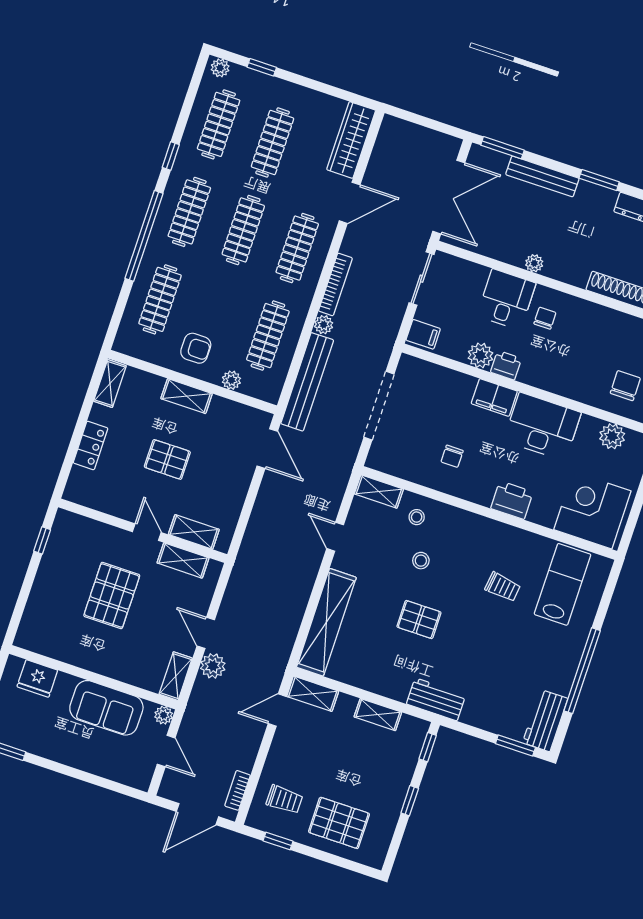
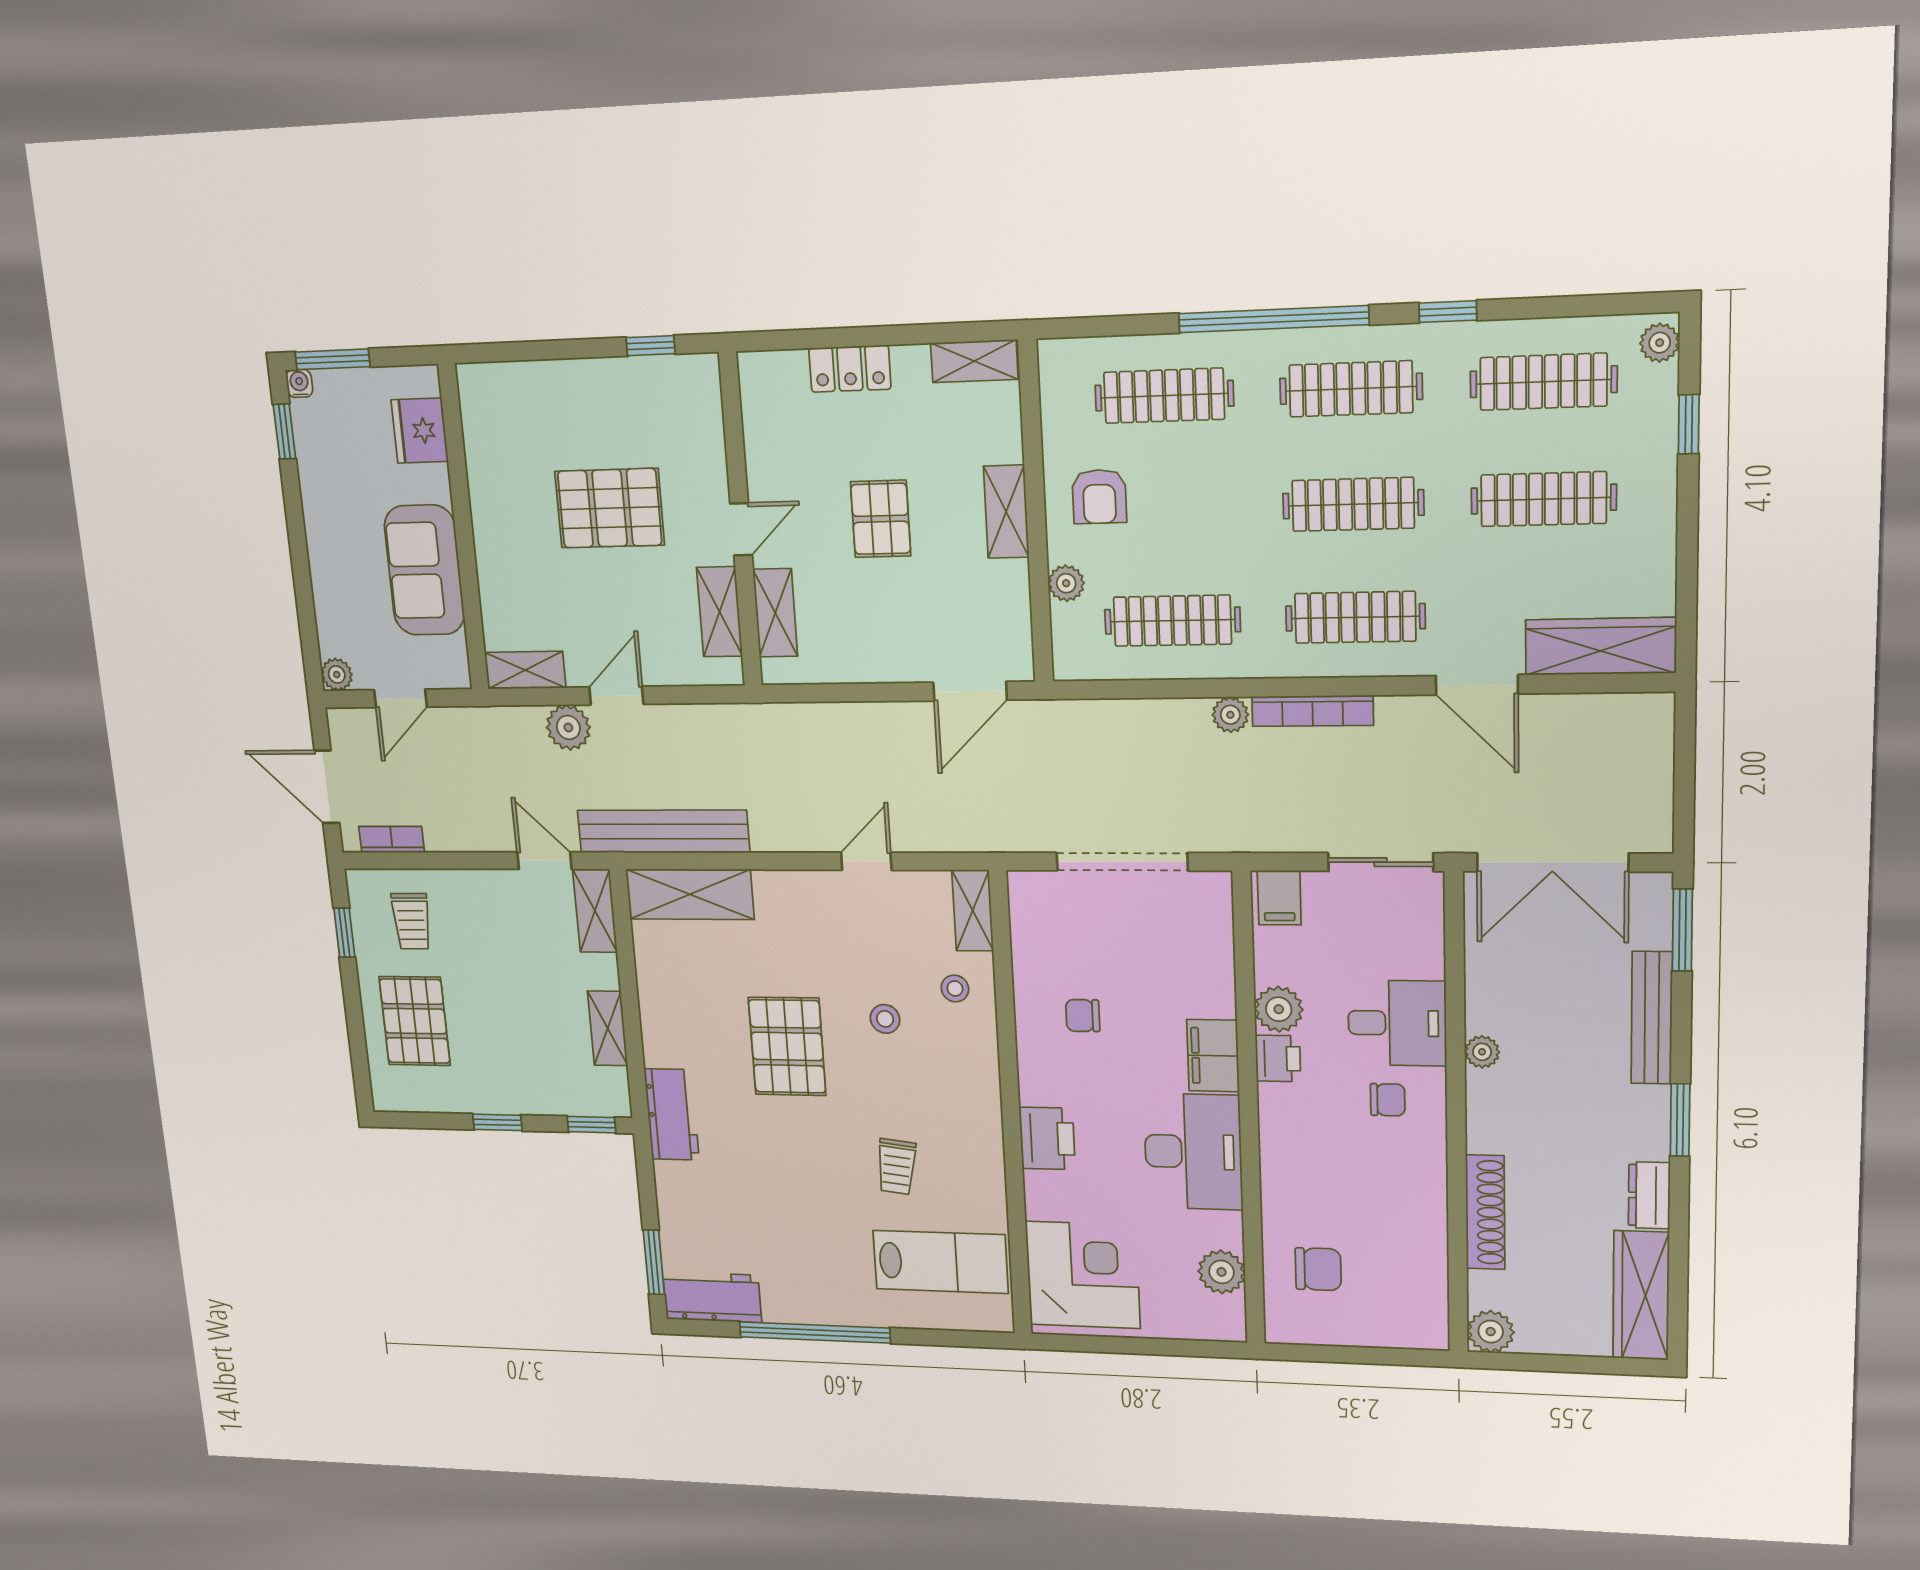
bench: (307, 382) -> (663, 832), moved
pallet: (419, 620) -> (787, 1046), width x1.50, depth x1.42
shelving: (326, 622) -> (690, 894), width x0.68
plant: (164, 715) -> (337, 675), moved

